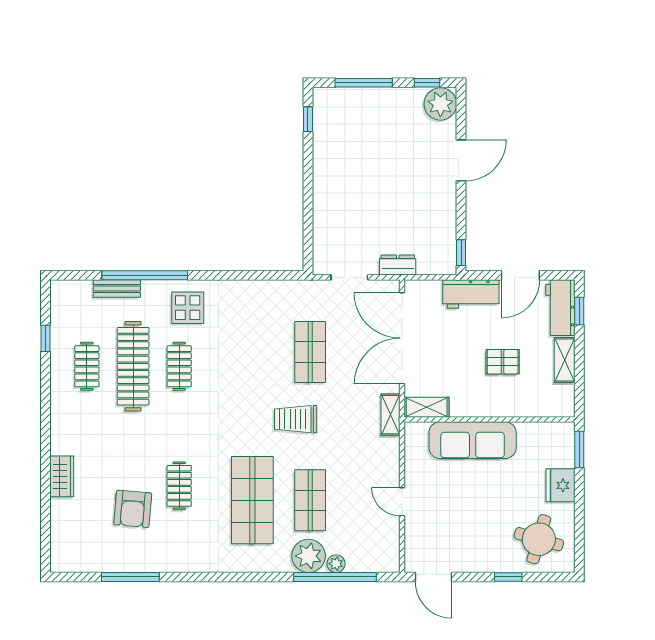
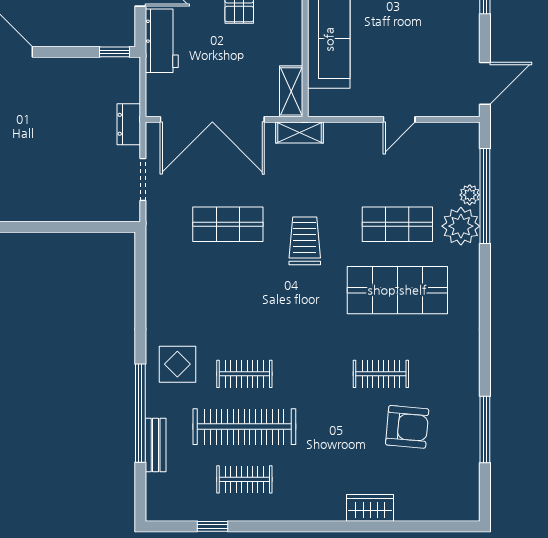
trolley: (296, 419) -> (305, 241), turned 180

